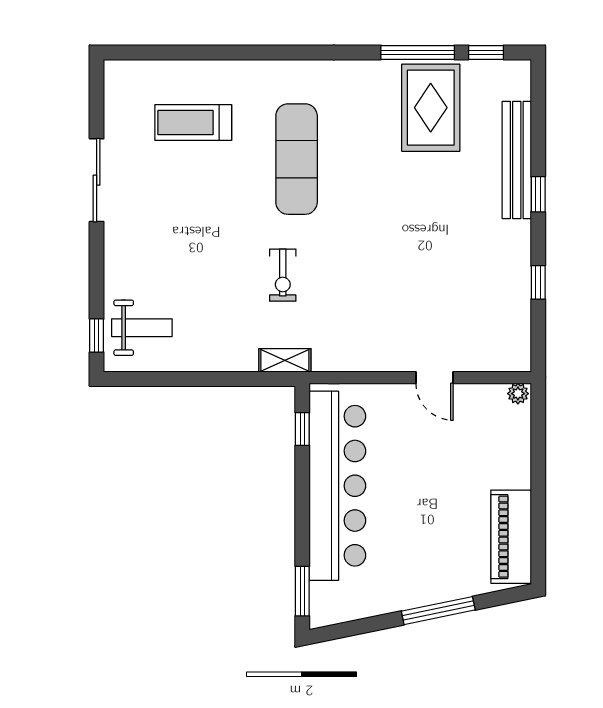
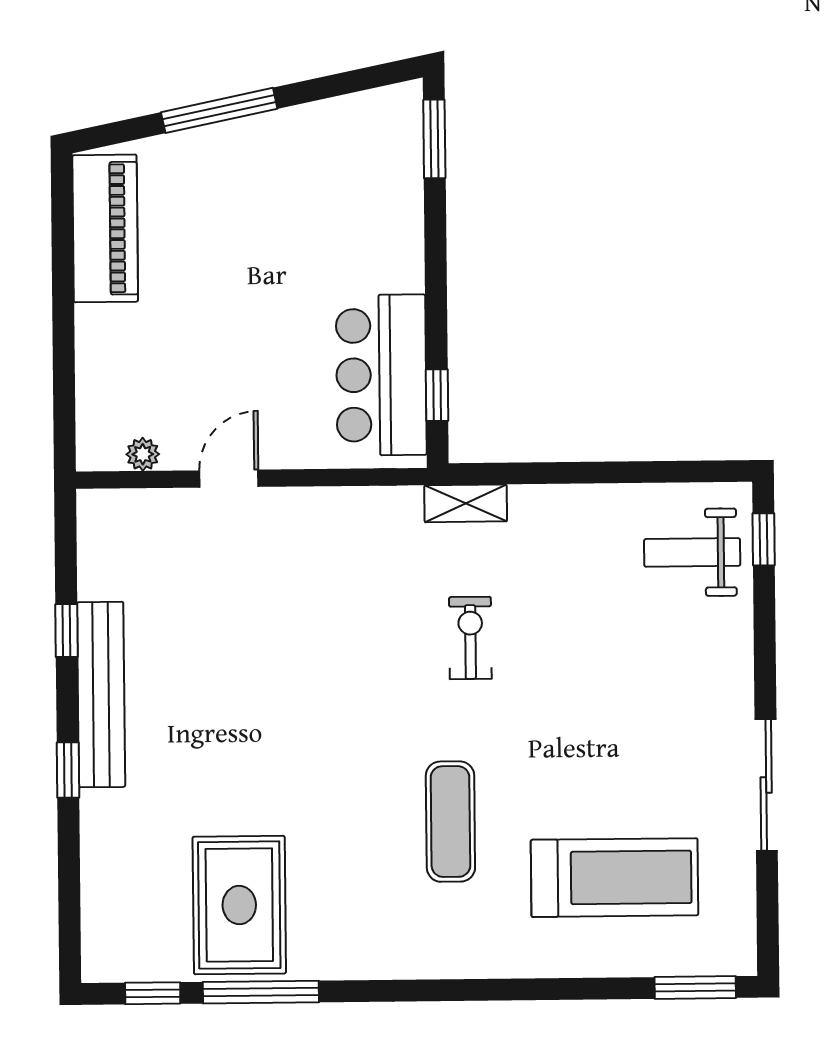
window: (143, 52) -> (695, 988), added
treadmill: (193, 123) -> (614, 878), width x1.37, depth x1.38
exercise mat: (297, 159) -> (450, 822), width x0.73, depth x0.69
bench: (517, 160) -> (101, 695), moved
door: (435, 378) -> (229, 479), hinge flipped
plant: (518, 394) -> (143, 454), moved
bar counter: (337, 486) -> (381, 375), width x0.54

